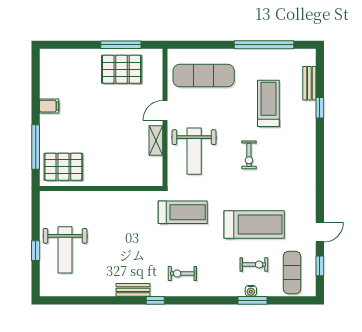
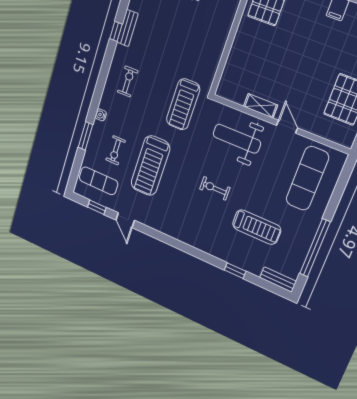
bench: (309, 83) -> (278, 279), moved
water cooler: (251, 291) -> (101, 115), moved
window: (155, 300) -> (116, 31), moved

